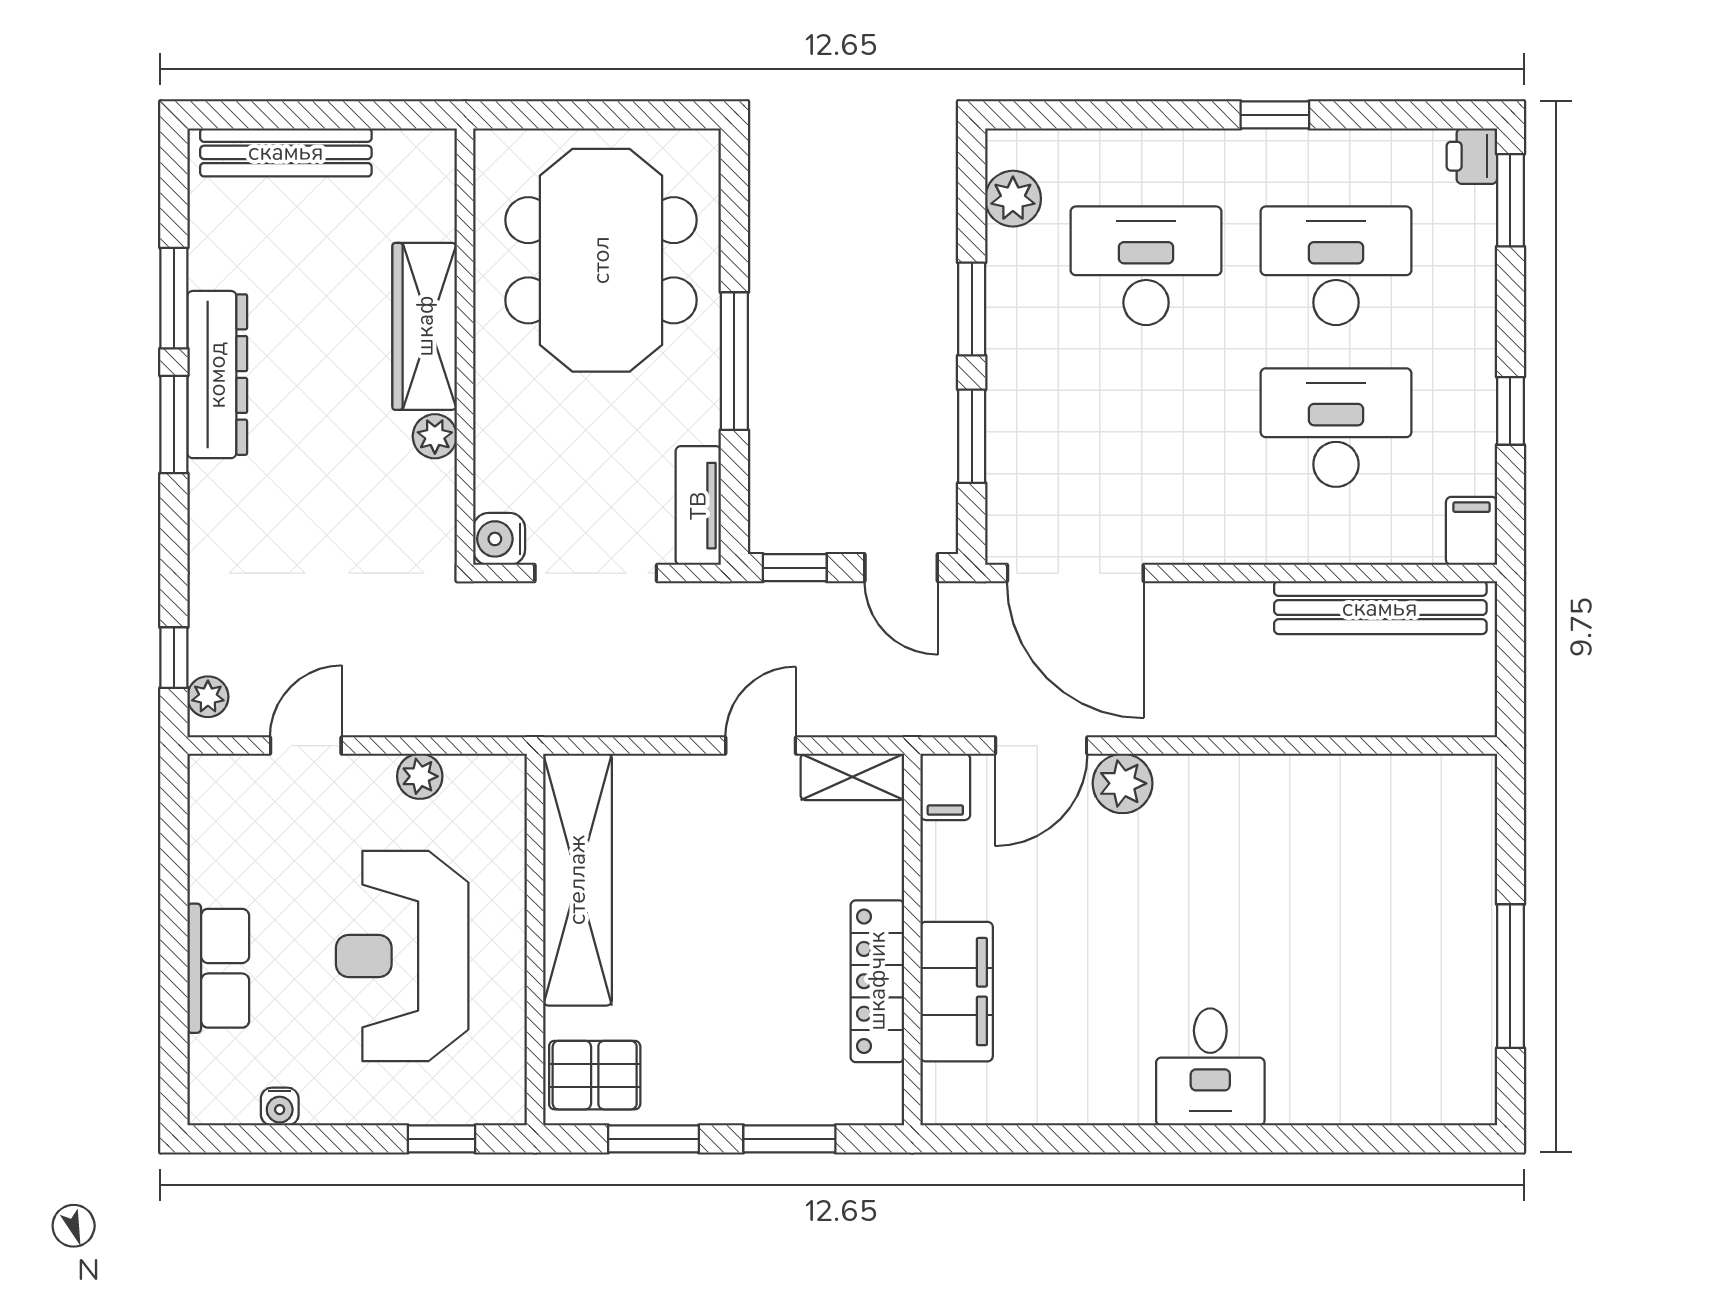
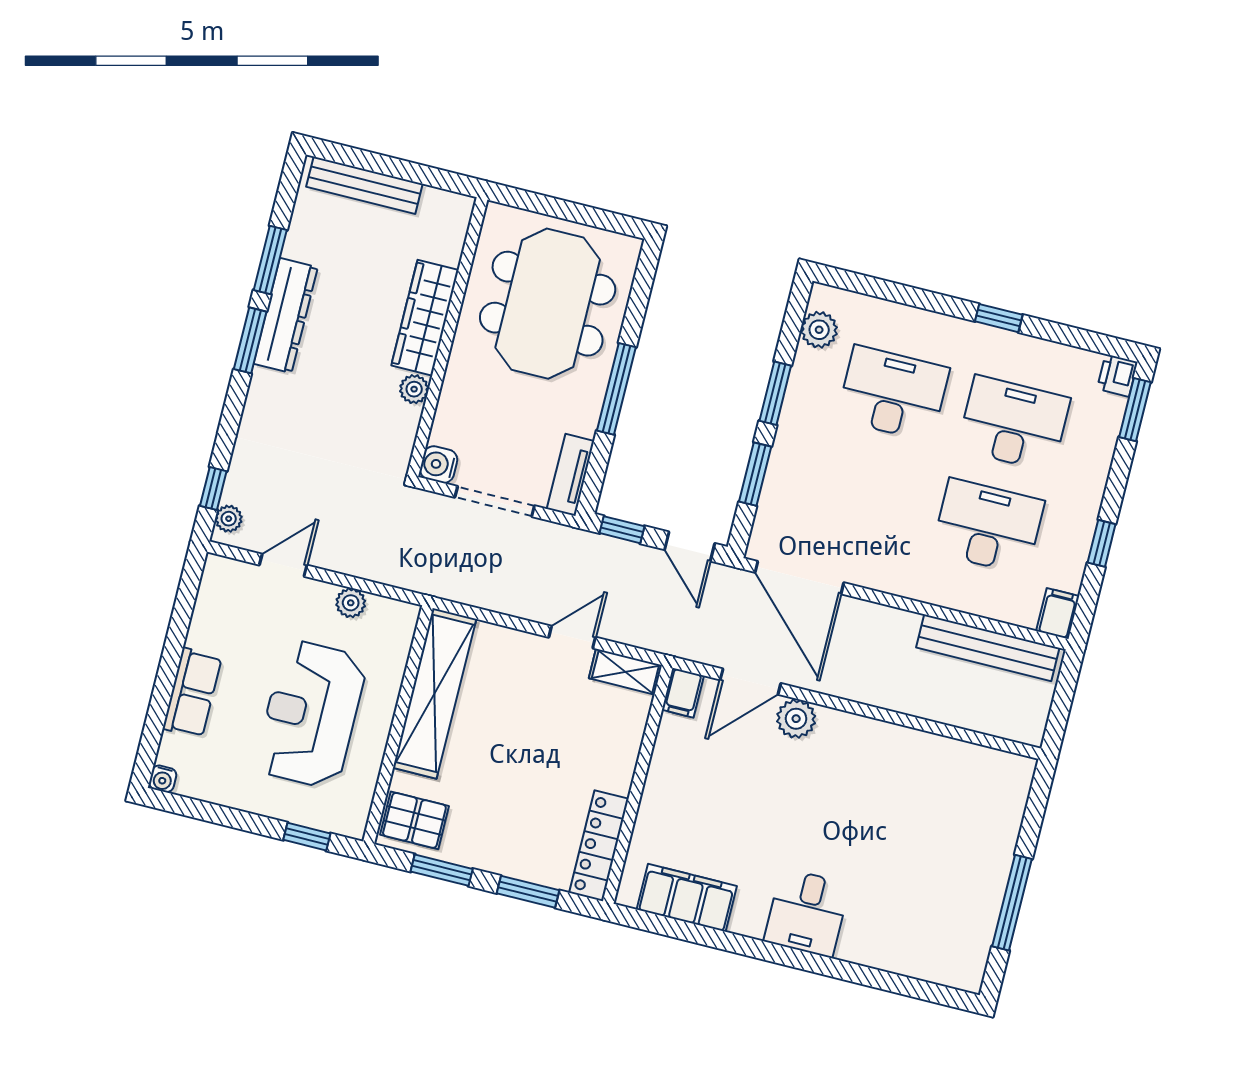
locker: (877, 981) -> (599, 846), moved
filing cabinet: (957, 992) -> (687, 898), moved, turned -90
water cooler: (280, 1107) -> (163, 779), moved

